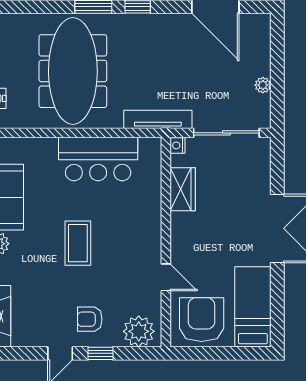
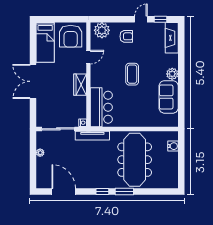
bar counter: (98, 159) -> (101, 107), moved, turned 90
wardrobe: (183, 189) -> (80, 85), moved
door: (166, 277) -> (88, 57), swing flipped
window: (100, 353) -> (160, 19), moved

